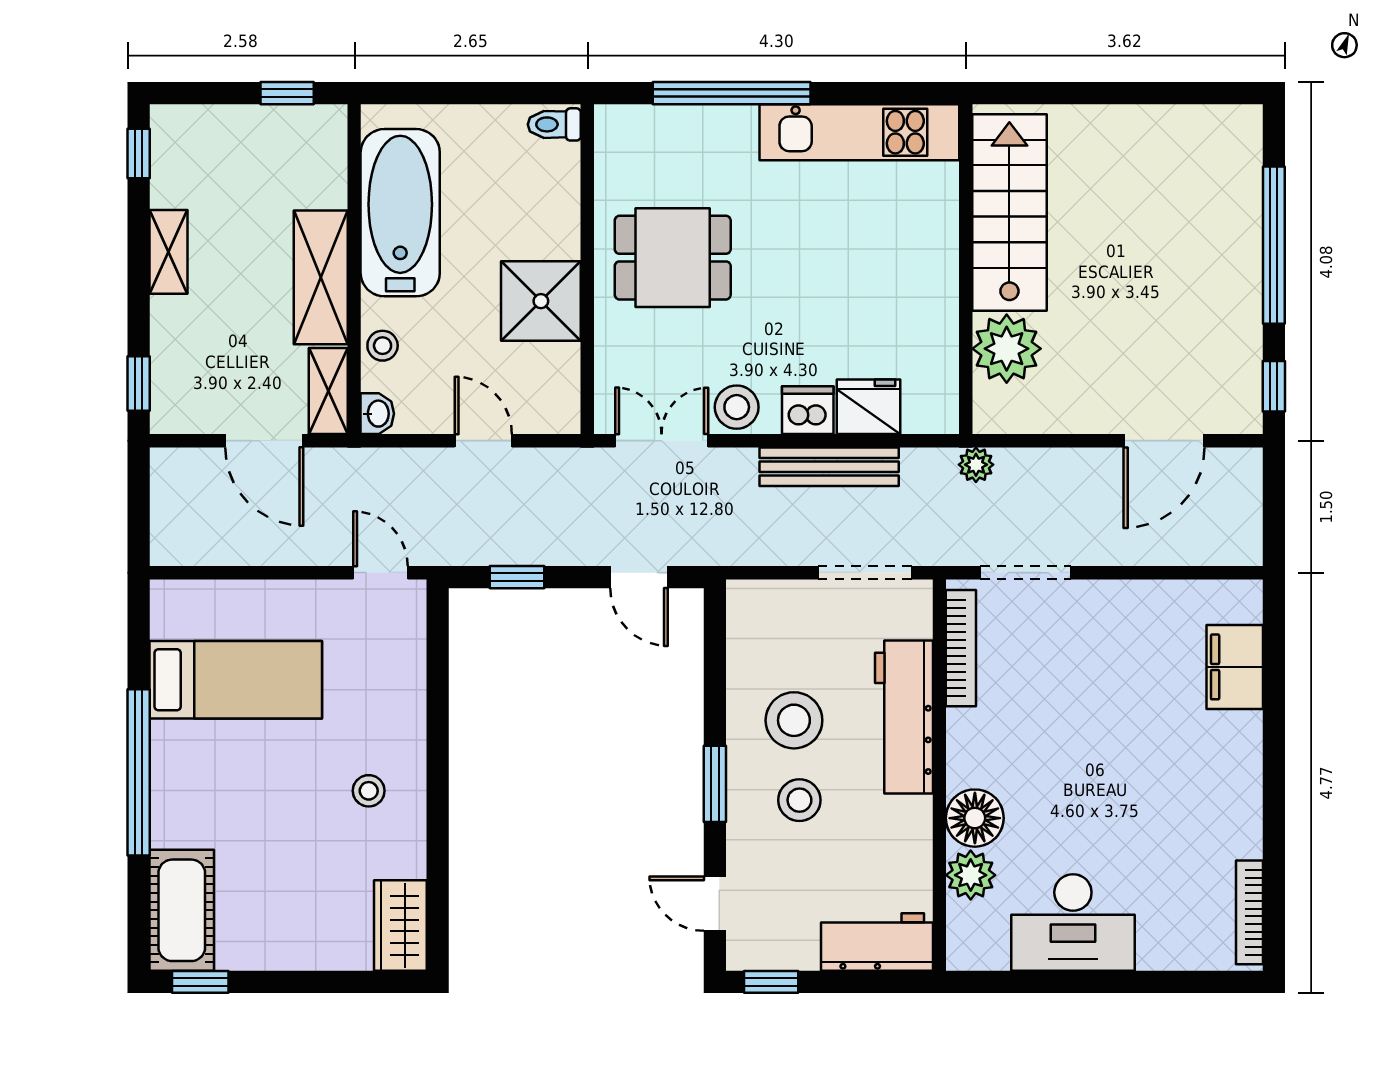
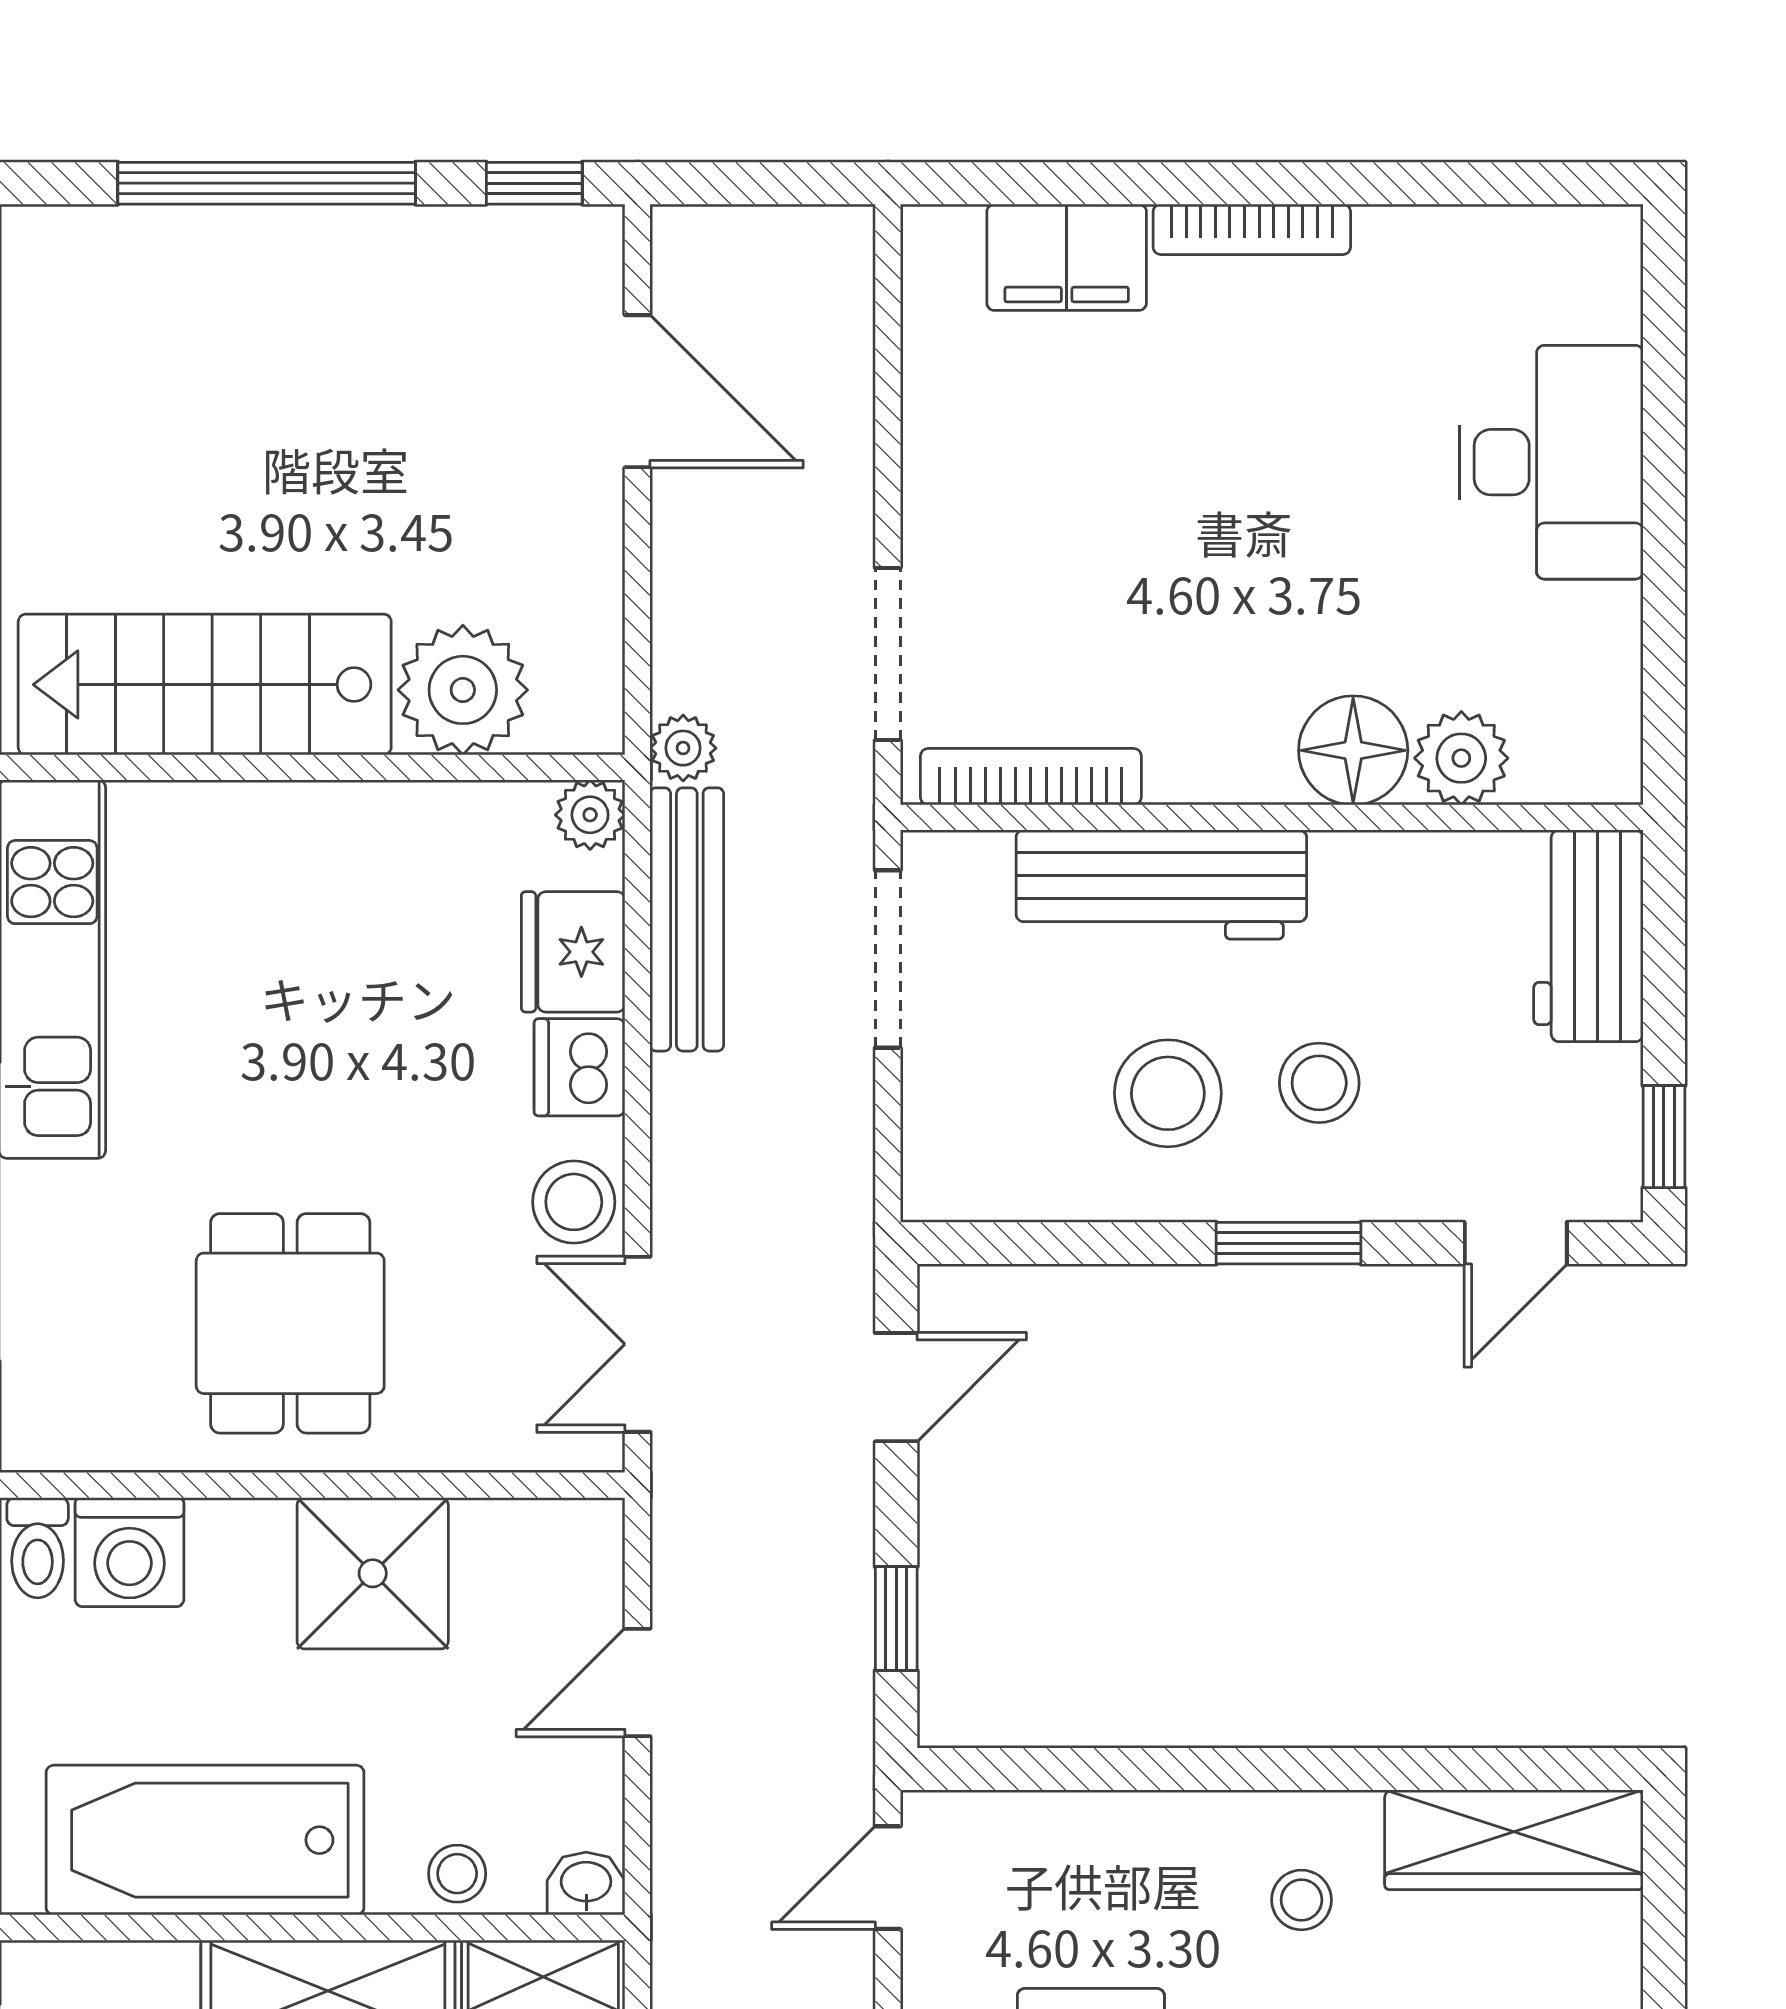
washing machine: (552, 173) -> (129, 1552), added
plant: (941, 416) -> (590, 815), added
bench: (829, 467) -> (687, 919), moved
bookcase: (1249, 912) -> (1252, 229), moved
desk: (1073, 922) -> (1551, 462), moved
wardrobe: (400, 925) -> (1514, 1840), width x1.50

